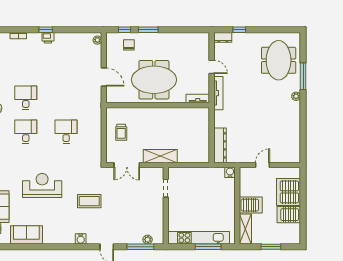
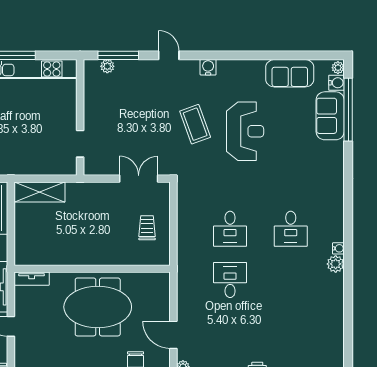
door: (104, 77) -> (173, 335), moved
desk: (26, 98) -> (230, 280), moved, turned 180
shelving: (160, 156) -> (39, 192), moved
reception desk: (42, 186) -> (245, 131), moved, turned -90
coffee table: (89, 201) -> (195, 124), turned 70

